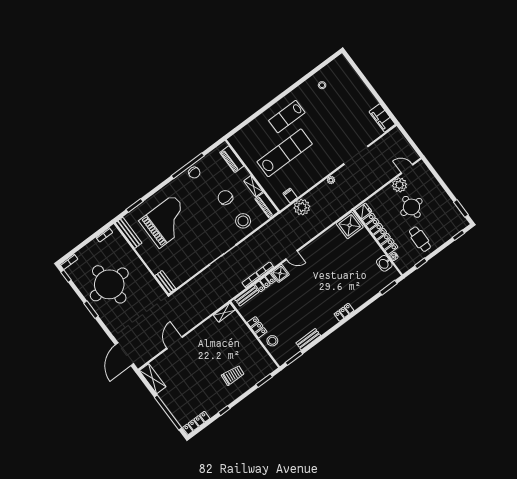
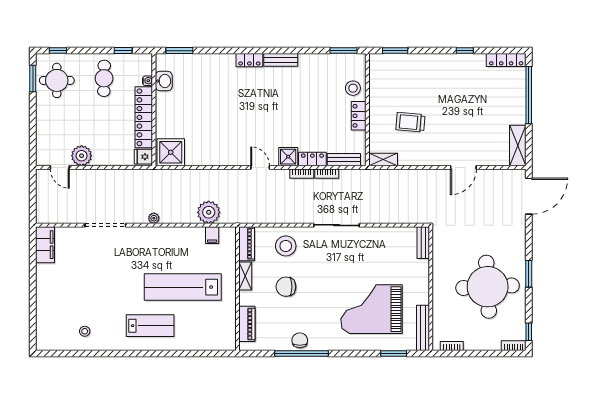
chair: (225, 198) -> (286, 287), turned 90
round table: (411, 207) -> (57, 80), moved
bench: (308, 339) -> (281, 60), moved
trolley: (233, 375) -> (410, 122), moved

